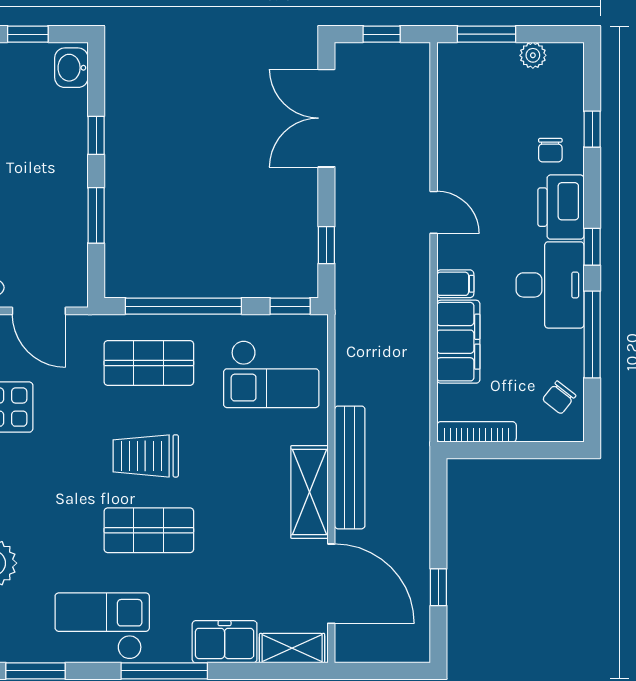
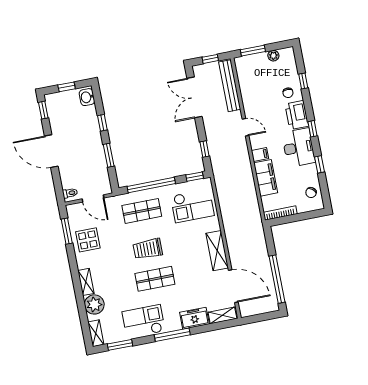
window: (592, 334) -> (319, 164), width x0.46
bench: (350, 467) -> (230, 86), moved
window: (438, 587) -> (277, 279), width x3.17

